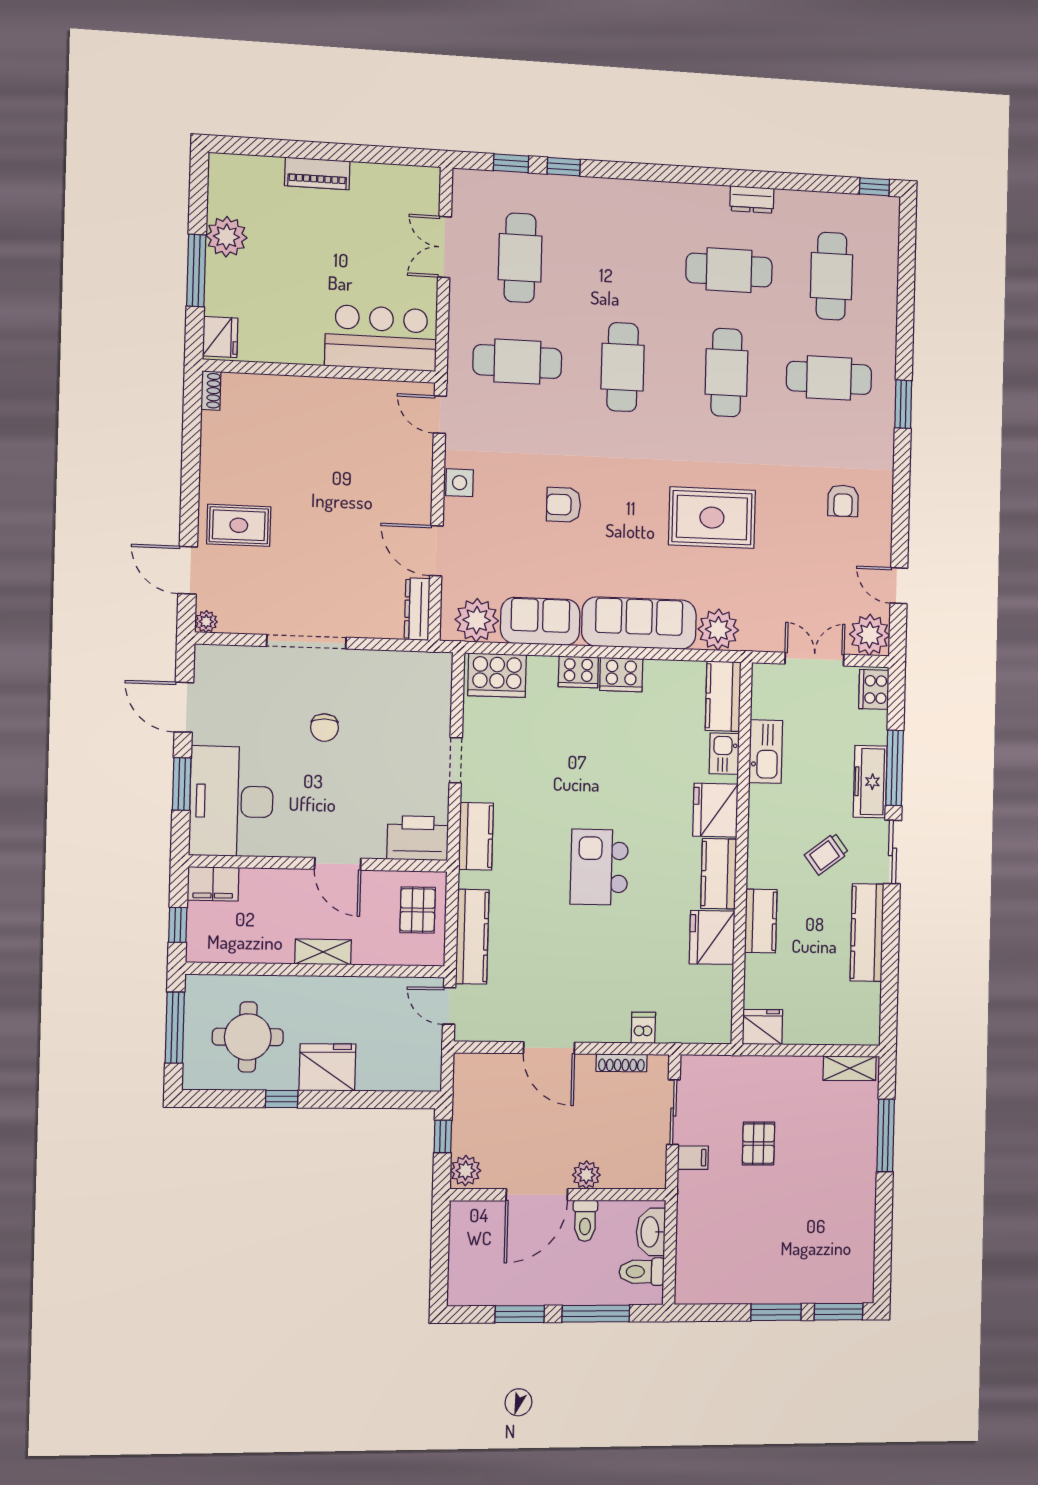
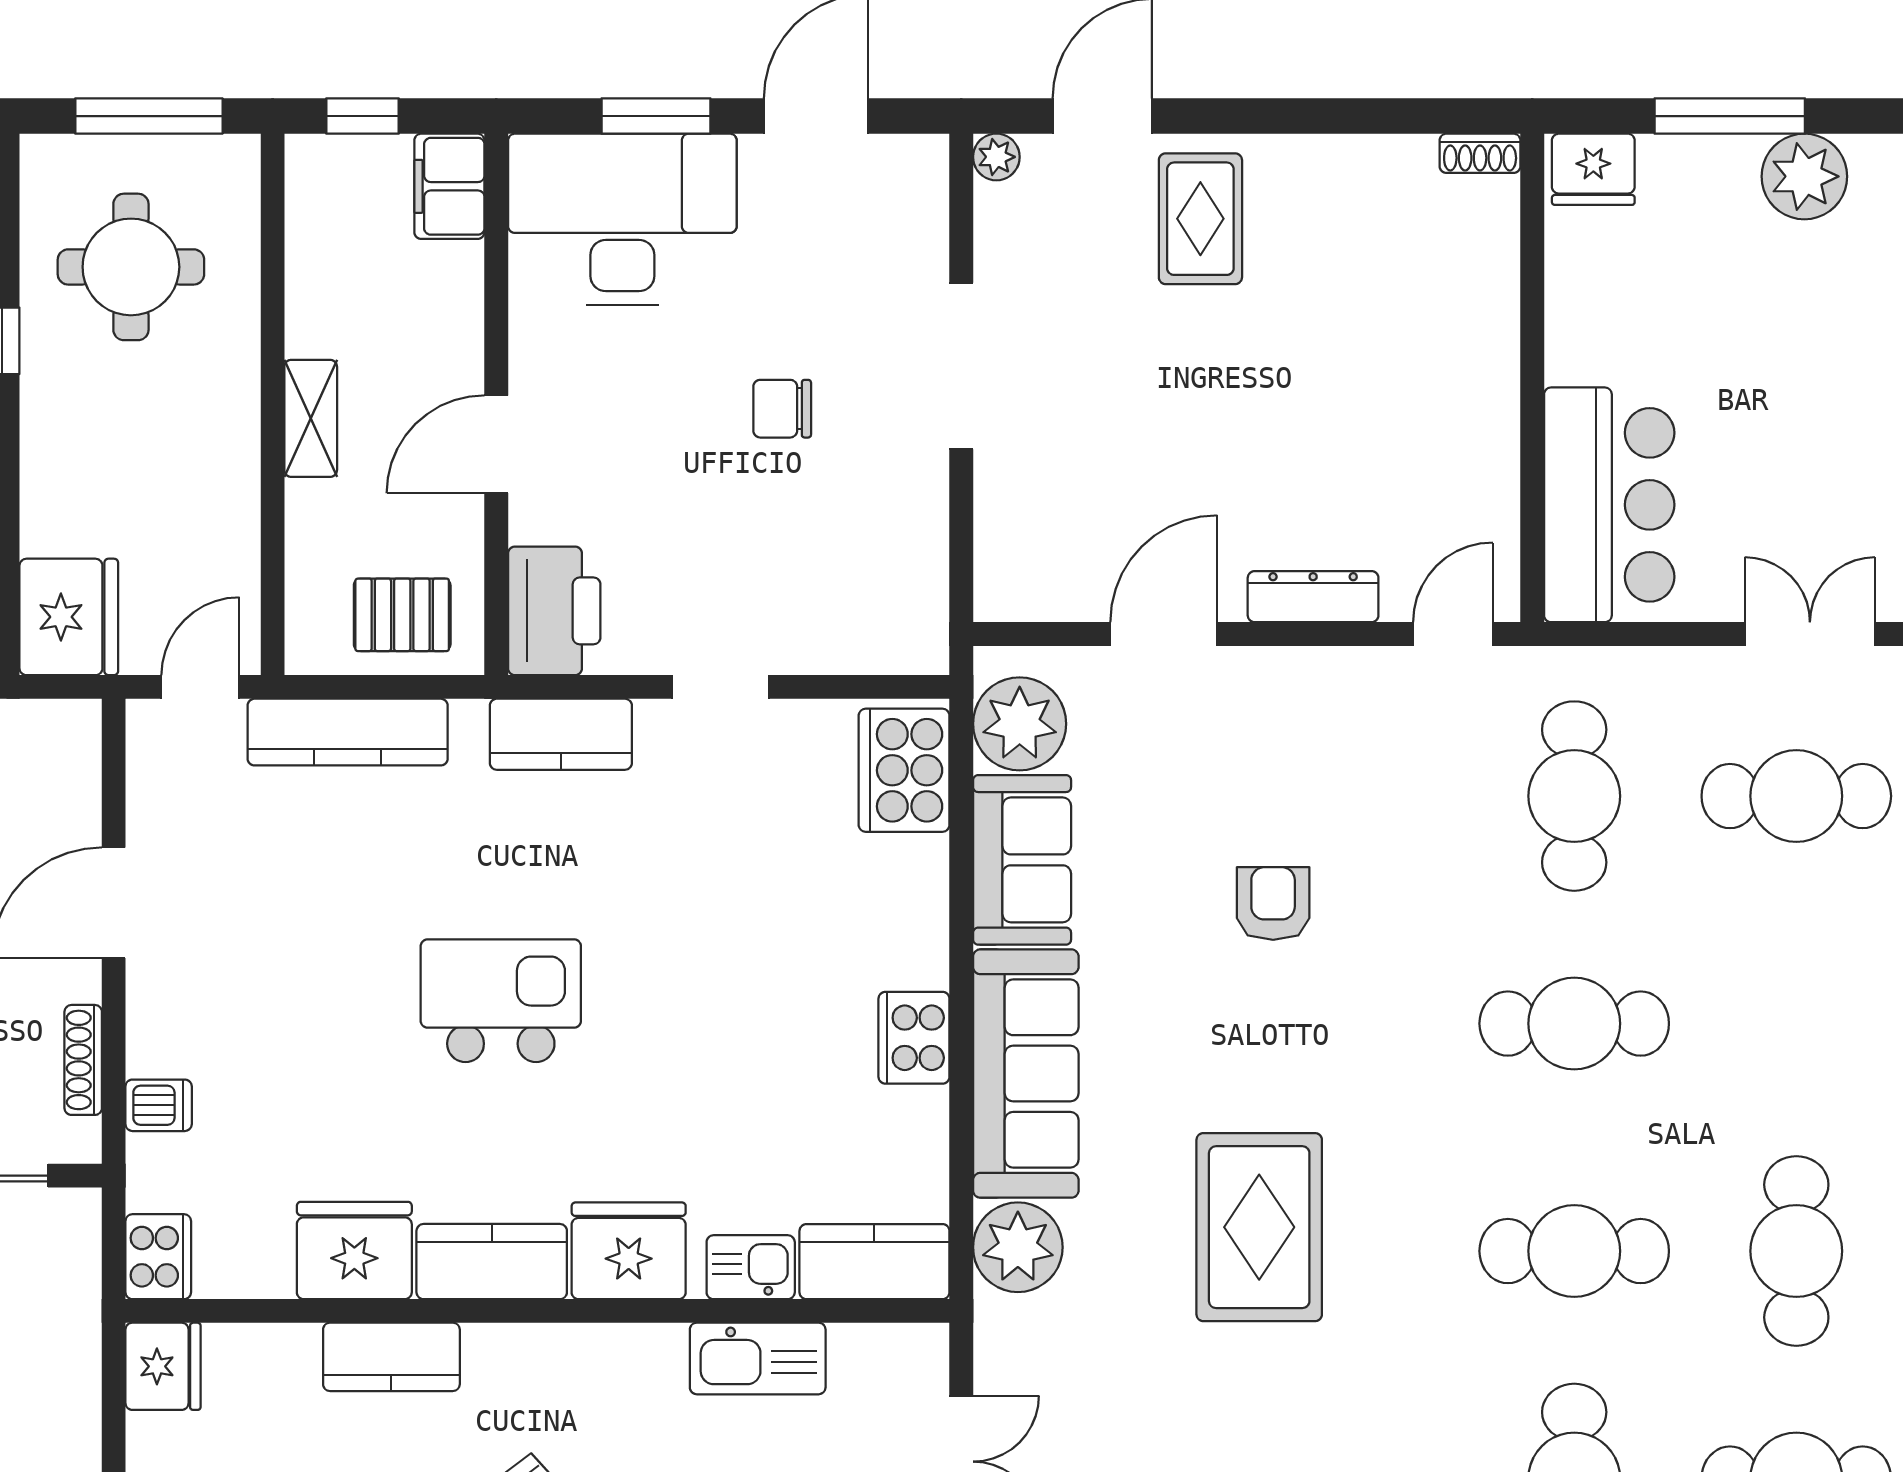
side table: (460, 483) -> (1310, 680), removed
dresser: (417, 609) -> (1313, 597), moved
cooker: (578, 672) -> (158, 1257), moved, turned 180
fridge: (327, 1067) -> (69, 617), moved

